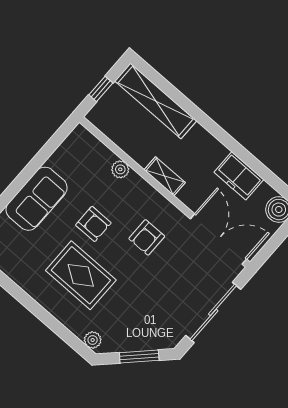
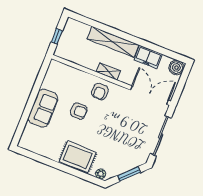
shelving: (156, 101) -> (113, 42), moved
plant: (120, 169) -> (83, 76), removed
armchair: (147, 237) -> (100, 91), moved
rug: (81, 275) -> (78, 157), moved

